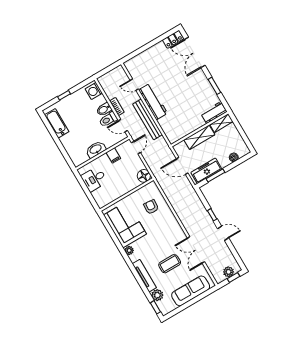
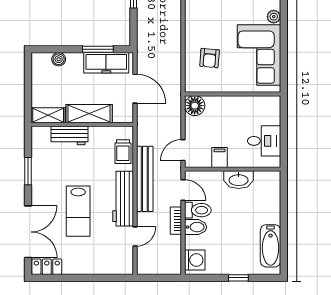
lab bench: (174, 80) -> (78, 211), added
door: (134, 85) -> (135, 236), hinge flipped
workbench: (214, 113) -> (69, 135), moved
trolley: (168, 127) -> (123, 152), added

